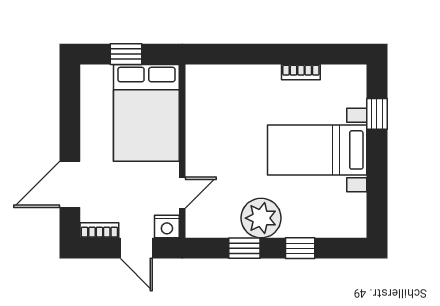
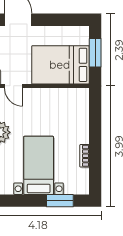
window: (126, 54) -> (95, 53), width x1.50
window: (377, 114) -> (60, 201), width x1.50

